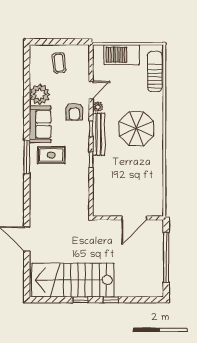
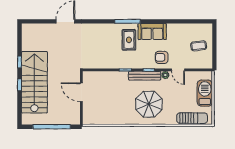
plant: (40, 94) -> (175, 31), removed
door: (134, 218) -> (81, 92), moved
stairs: (73, 280) -> (34, 82), moved

